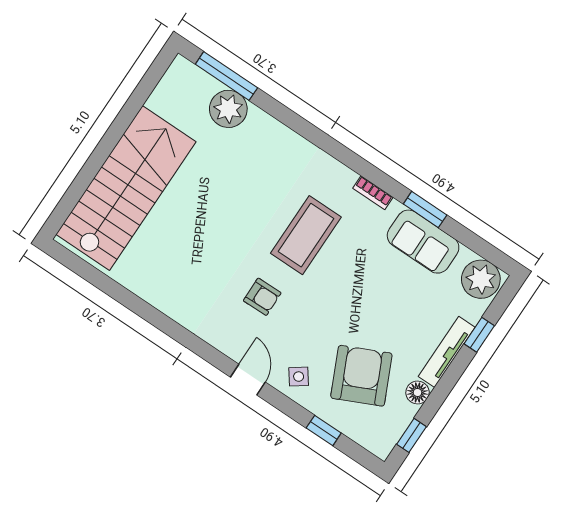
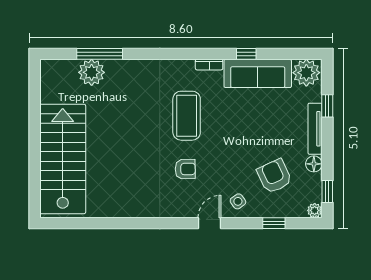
window: (226, 76) -> (100, 54), moved
window: (425, 209) -> (246, 54), width x0.67
sofa: (423, 242) -> (258, 73), width x1.36
armchair: (361, 376) -> (274, 176), width x0.73, depth x0.73
door: (248, 380) -> (209, 223), hinge flipped
plant: (382, 448) -> (315, 210), added

